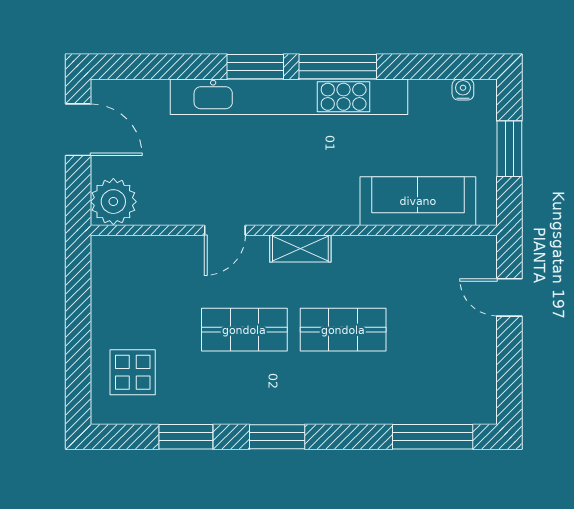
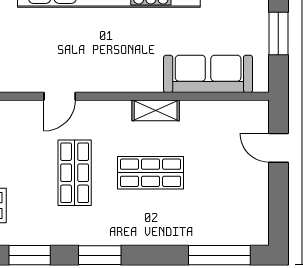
shelving: (300, 249) -> (156, 110), moved
shop shelf: (244, 330) -> (75, 173), turned 90

